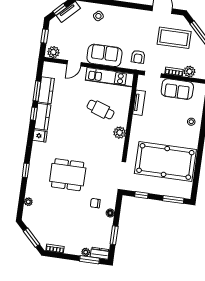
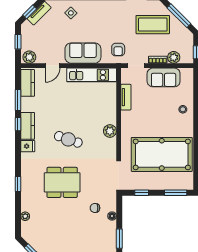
kitchen counter: (46, 90) -> (28, 83), moved
cafe table: (100, 110) -> (68, 139), moved

